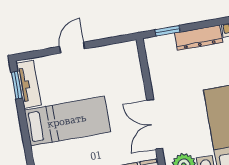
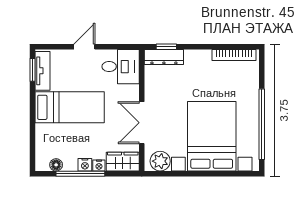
dresser: (199, 38) -> (164, 57), moved
desk: (118, 63) -> (121, 67), added

